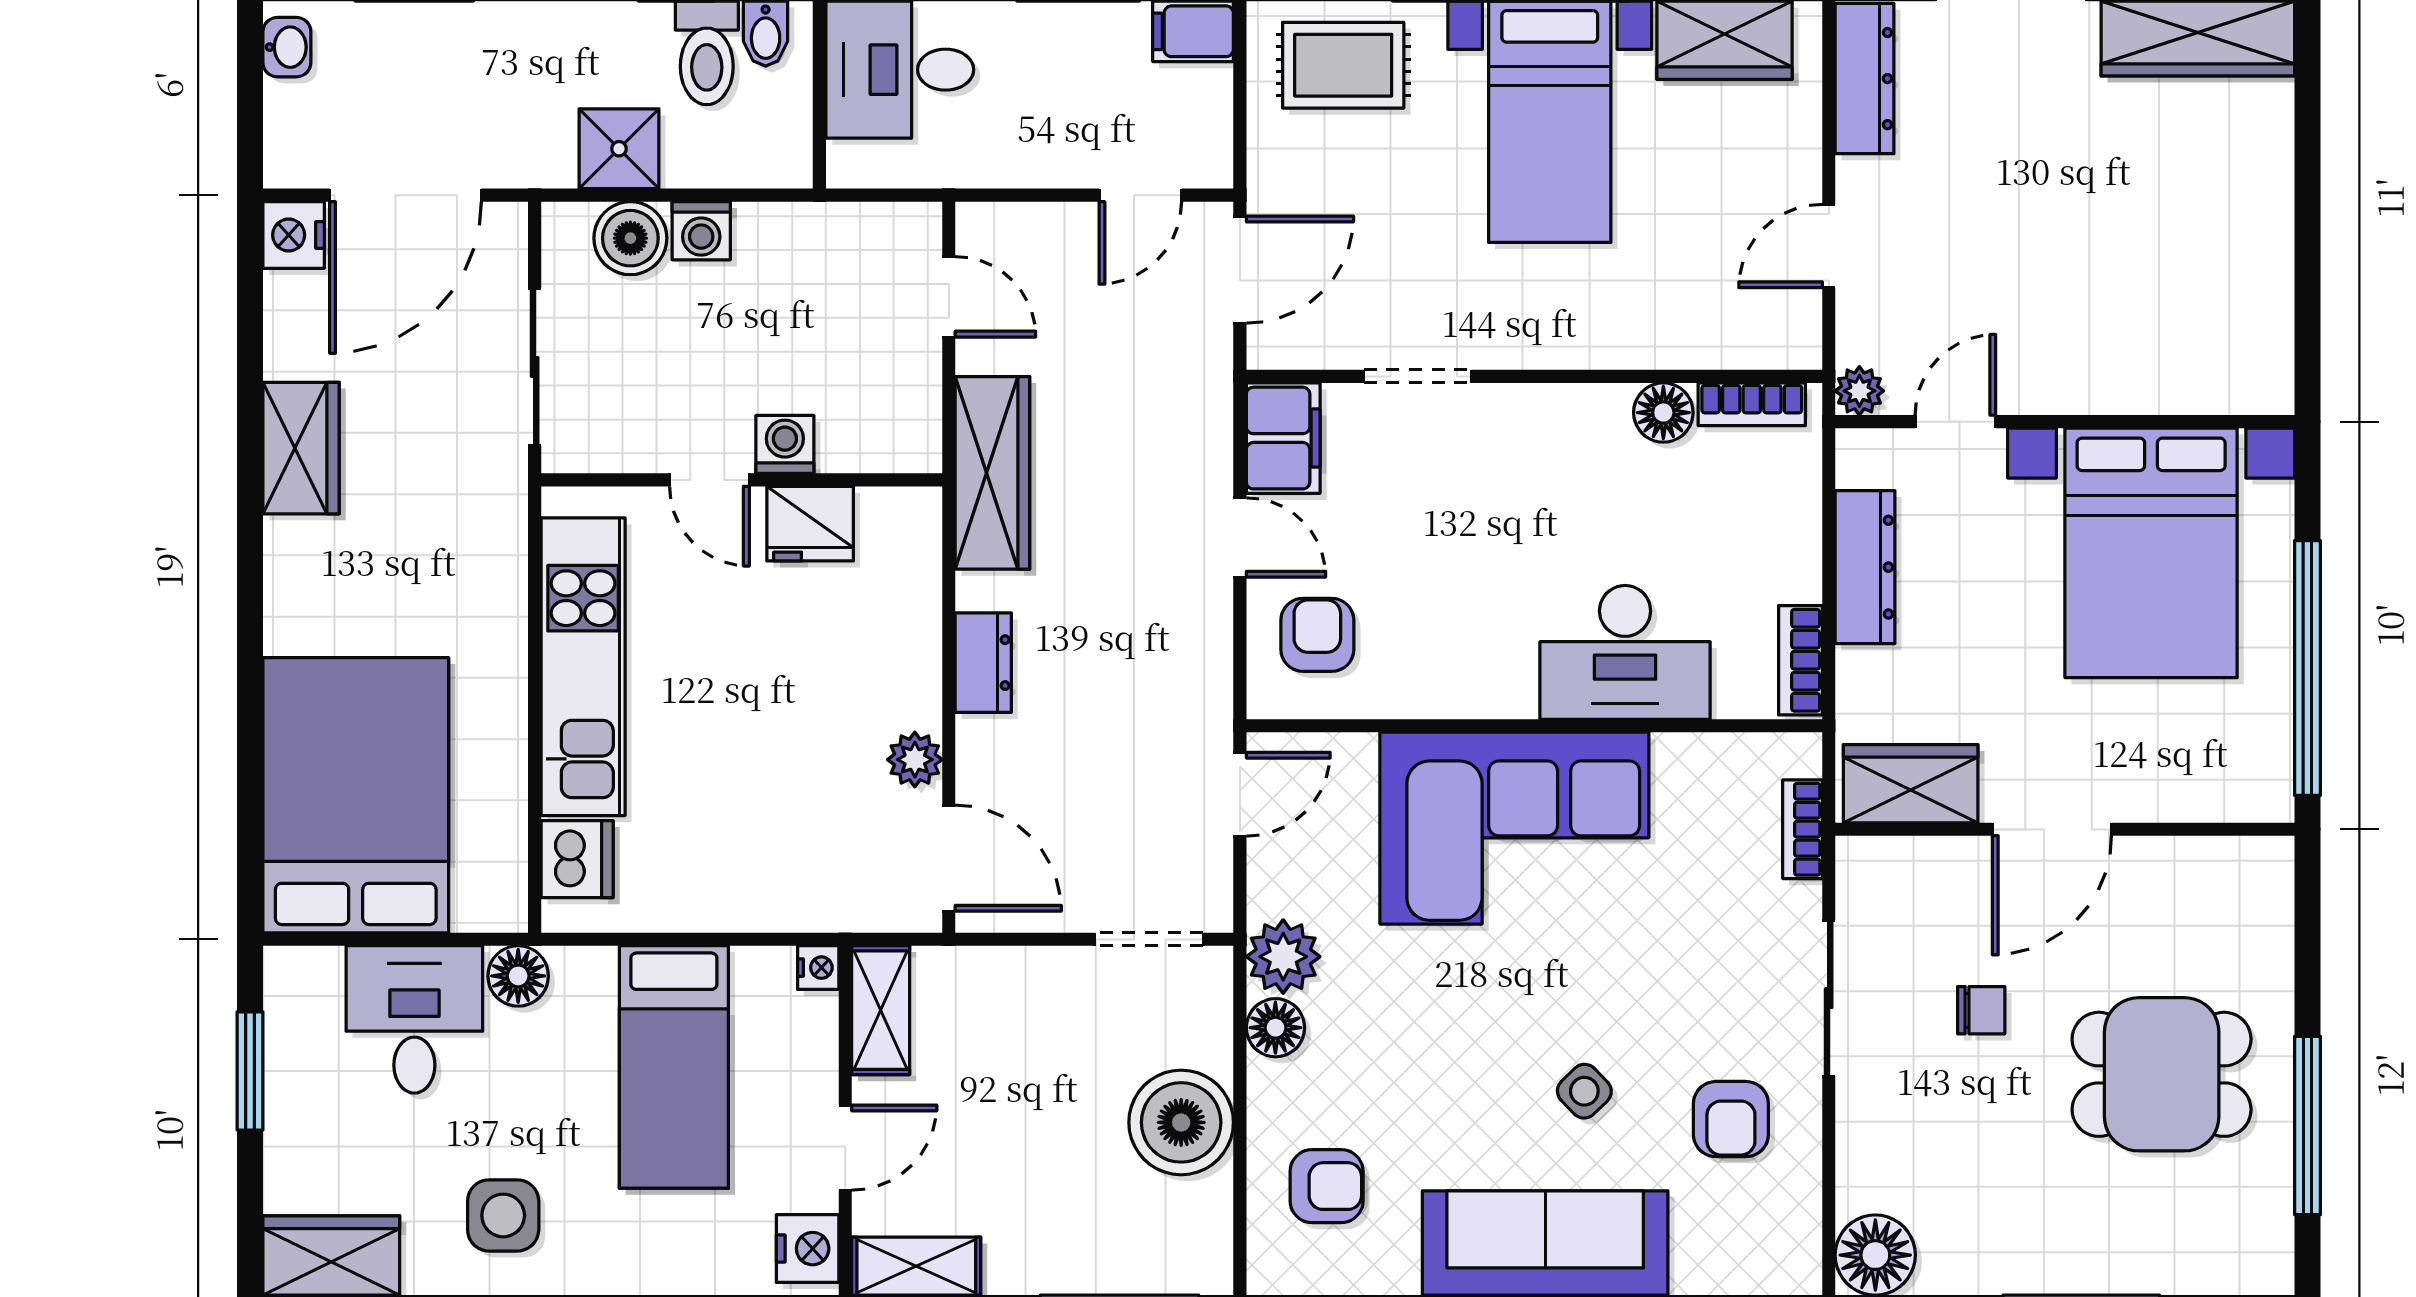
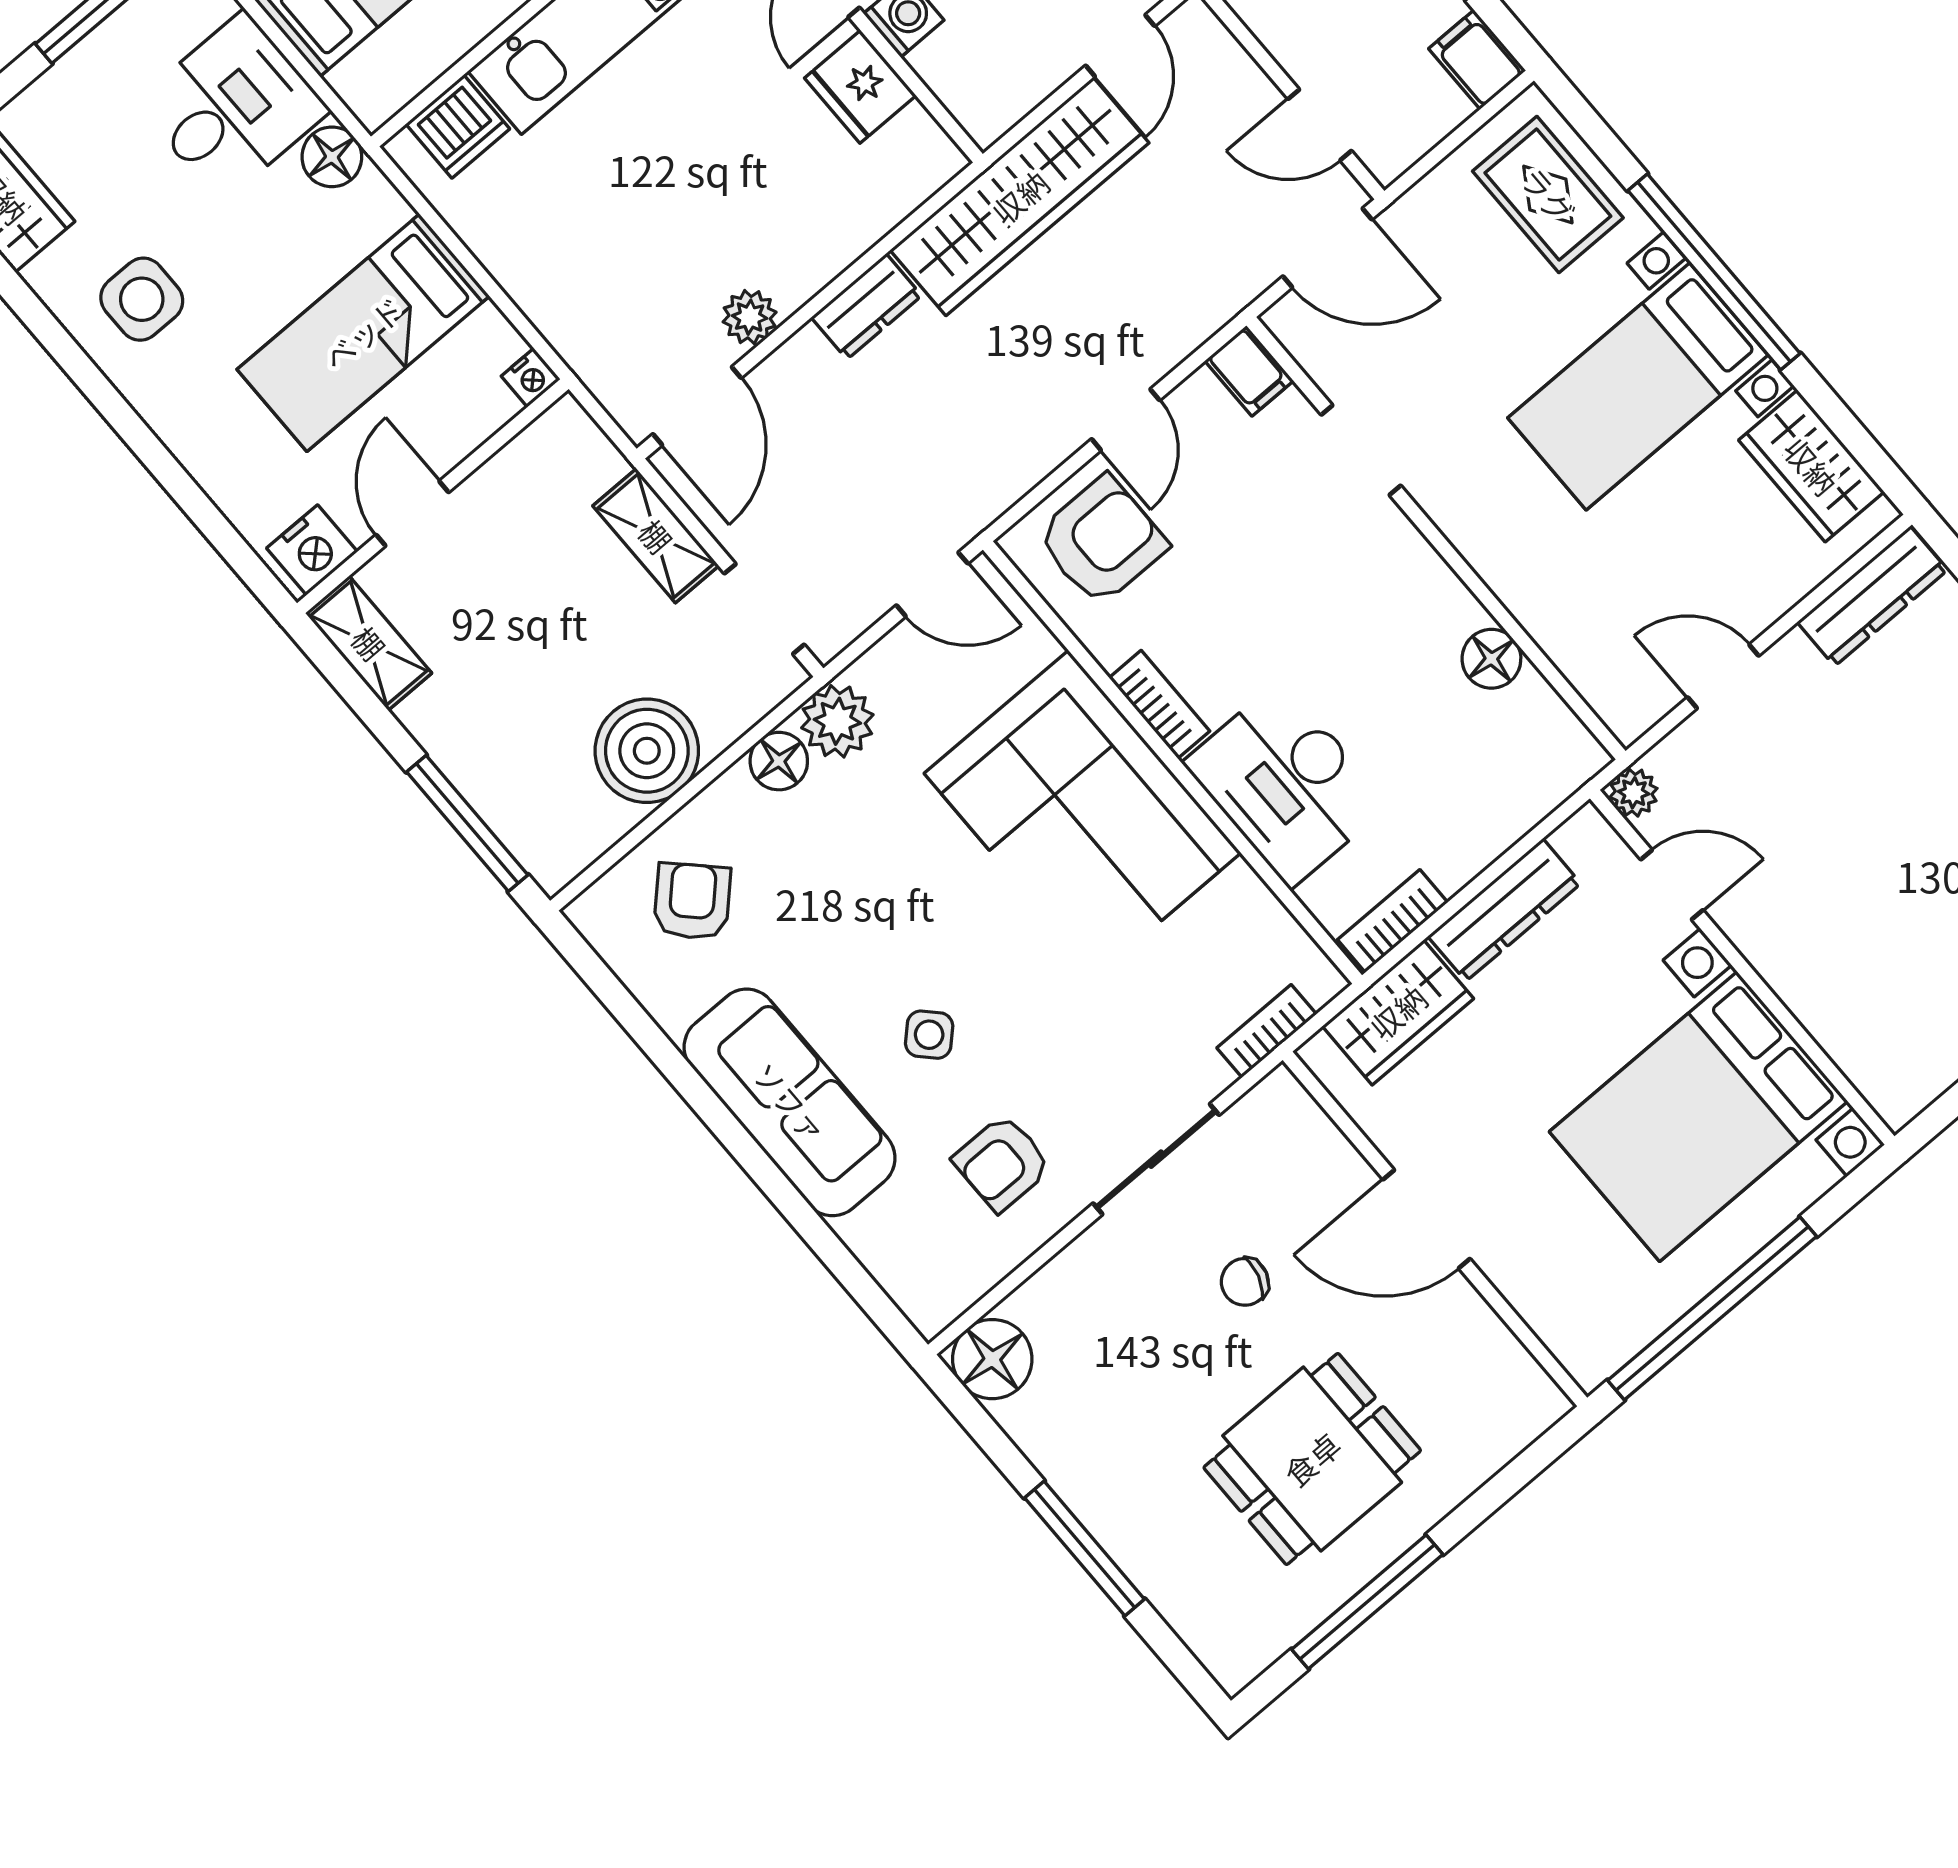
bookcase: (1752, 404) -> (1159, 704), moved, turned 180
filing cabinet: (1283, 438) -> (1249, 371), width x0.50
wardrobe: (992, 473) -> (1020, 197), width x1.40, depth x1.17
armchair: (1317, 635) -> (1102, 541), width x1.38, depth x1.38
wardrobe: (1911, 784) -> (1398, 1012), moved, turned 90
shelving: (881, 1010) -> (656, 536), moved, turned 90
chair: (1981, 1010) -> (1245, 1282), turned 107
dining table: (2162, 1074) -> (1312, 1459), turned 90
door: (845, 1148) -> (412, 514), swing flipped
armchair: (1327, 1186) -> (692, 901), turned -135

